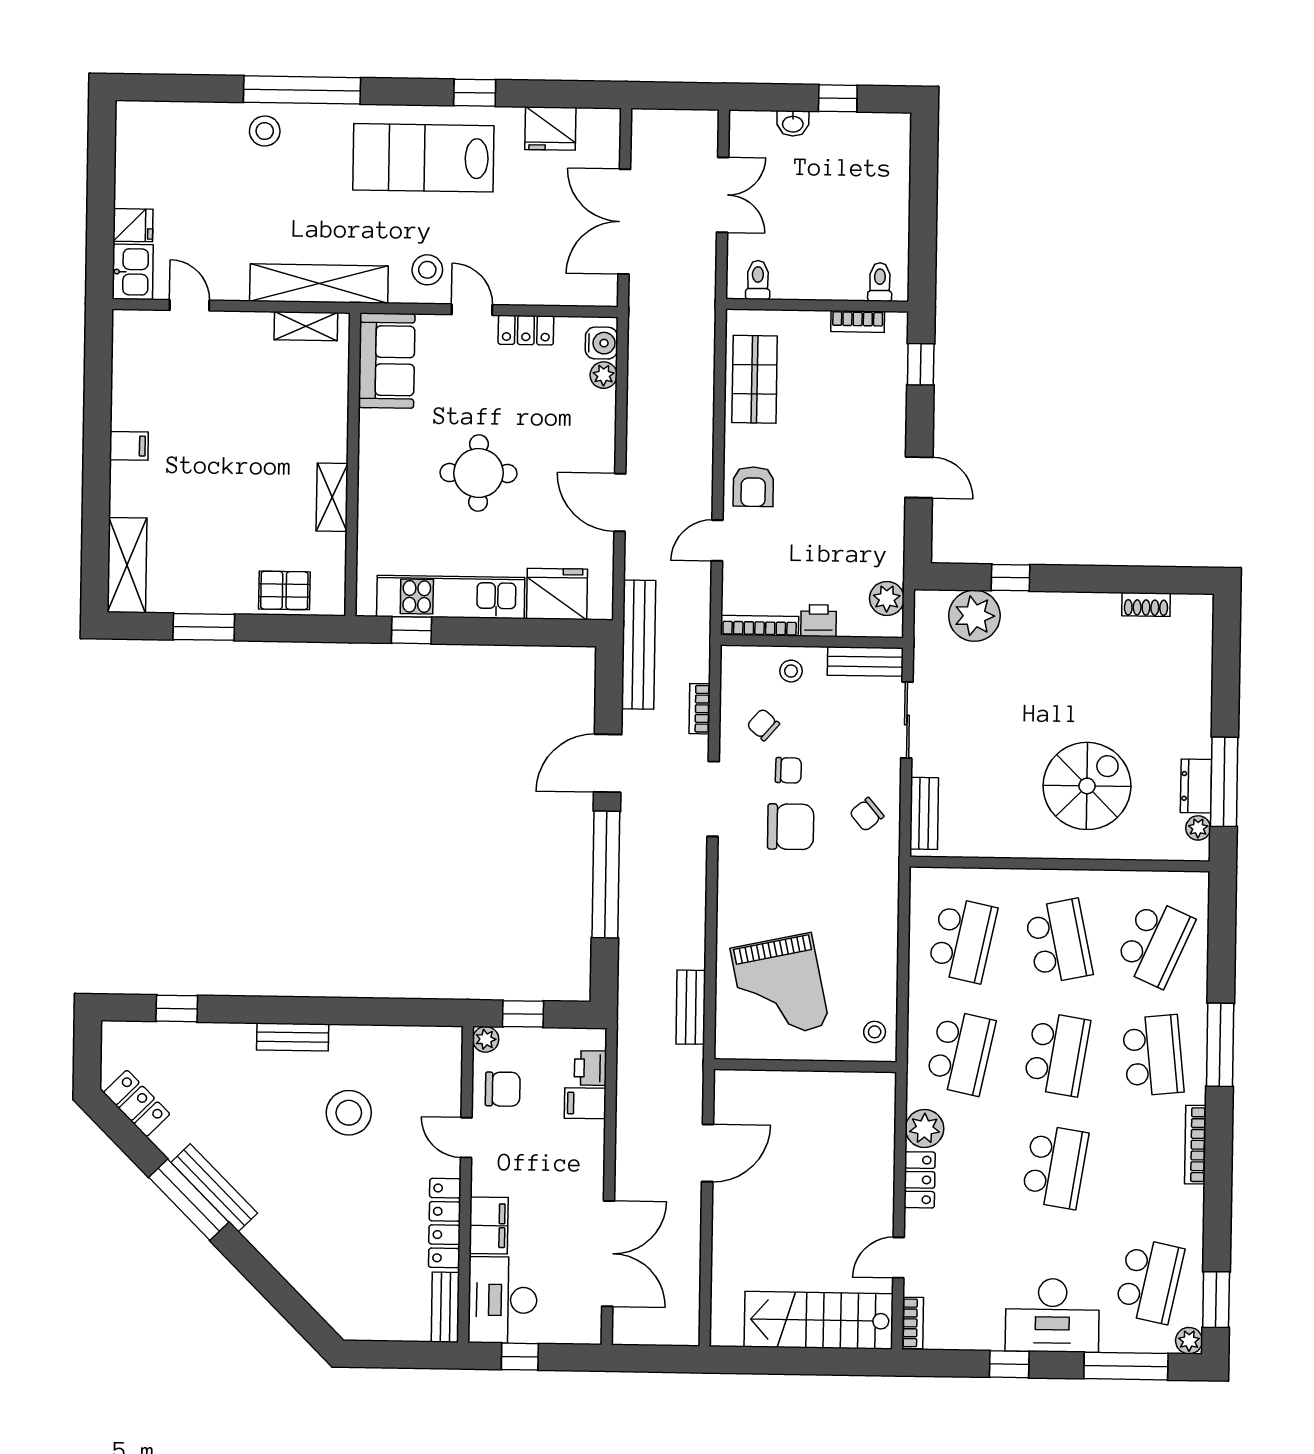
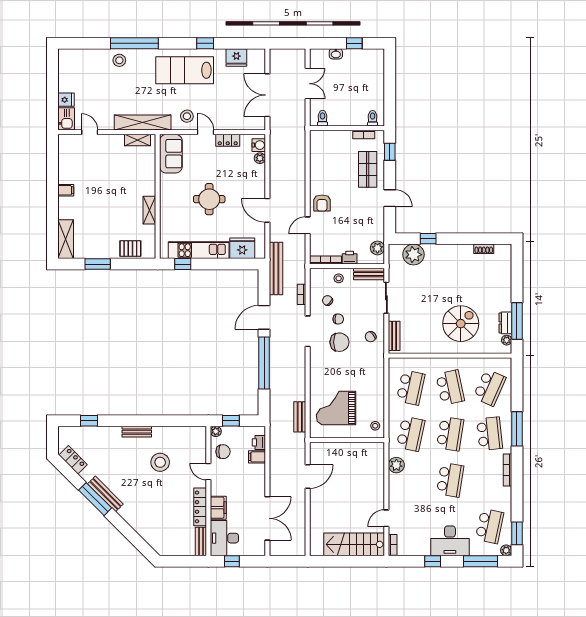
shop shelf: (755, 379) -> (368, 169), moved
grand piano: (780, 987) -> (336, 408), turned 102
locker: (920, 1180) -> (395, 486), removed

